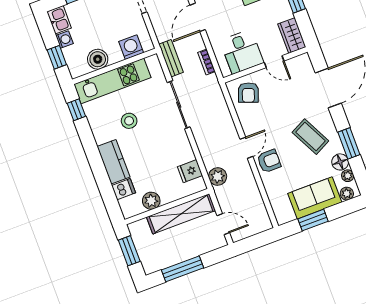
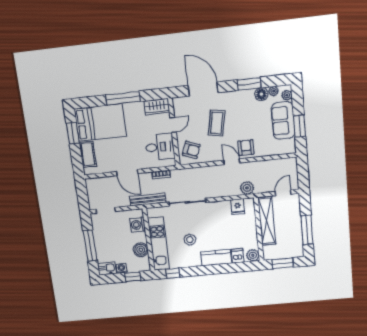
bench: (171, 58) -> (148, 199), width x1.36
coffee table: (310, 137) -> (217, 123), moved, turned -52
plant: (151, 201) -> (253, 255), moved

